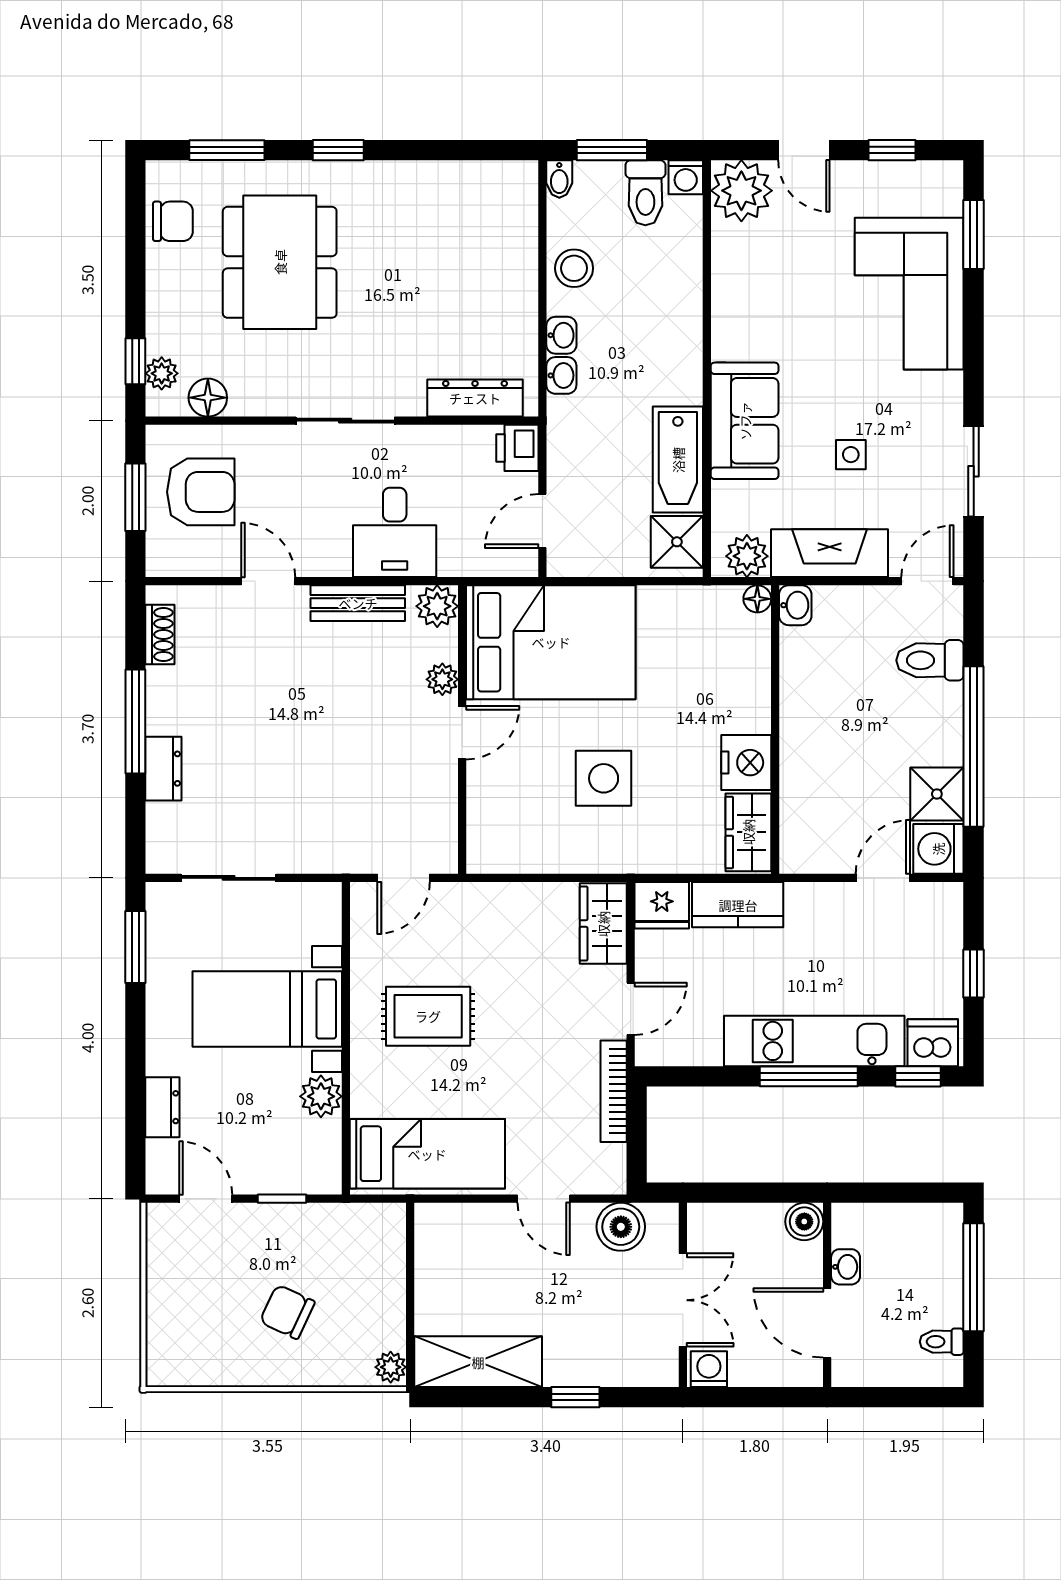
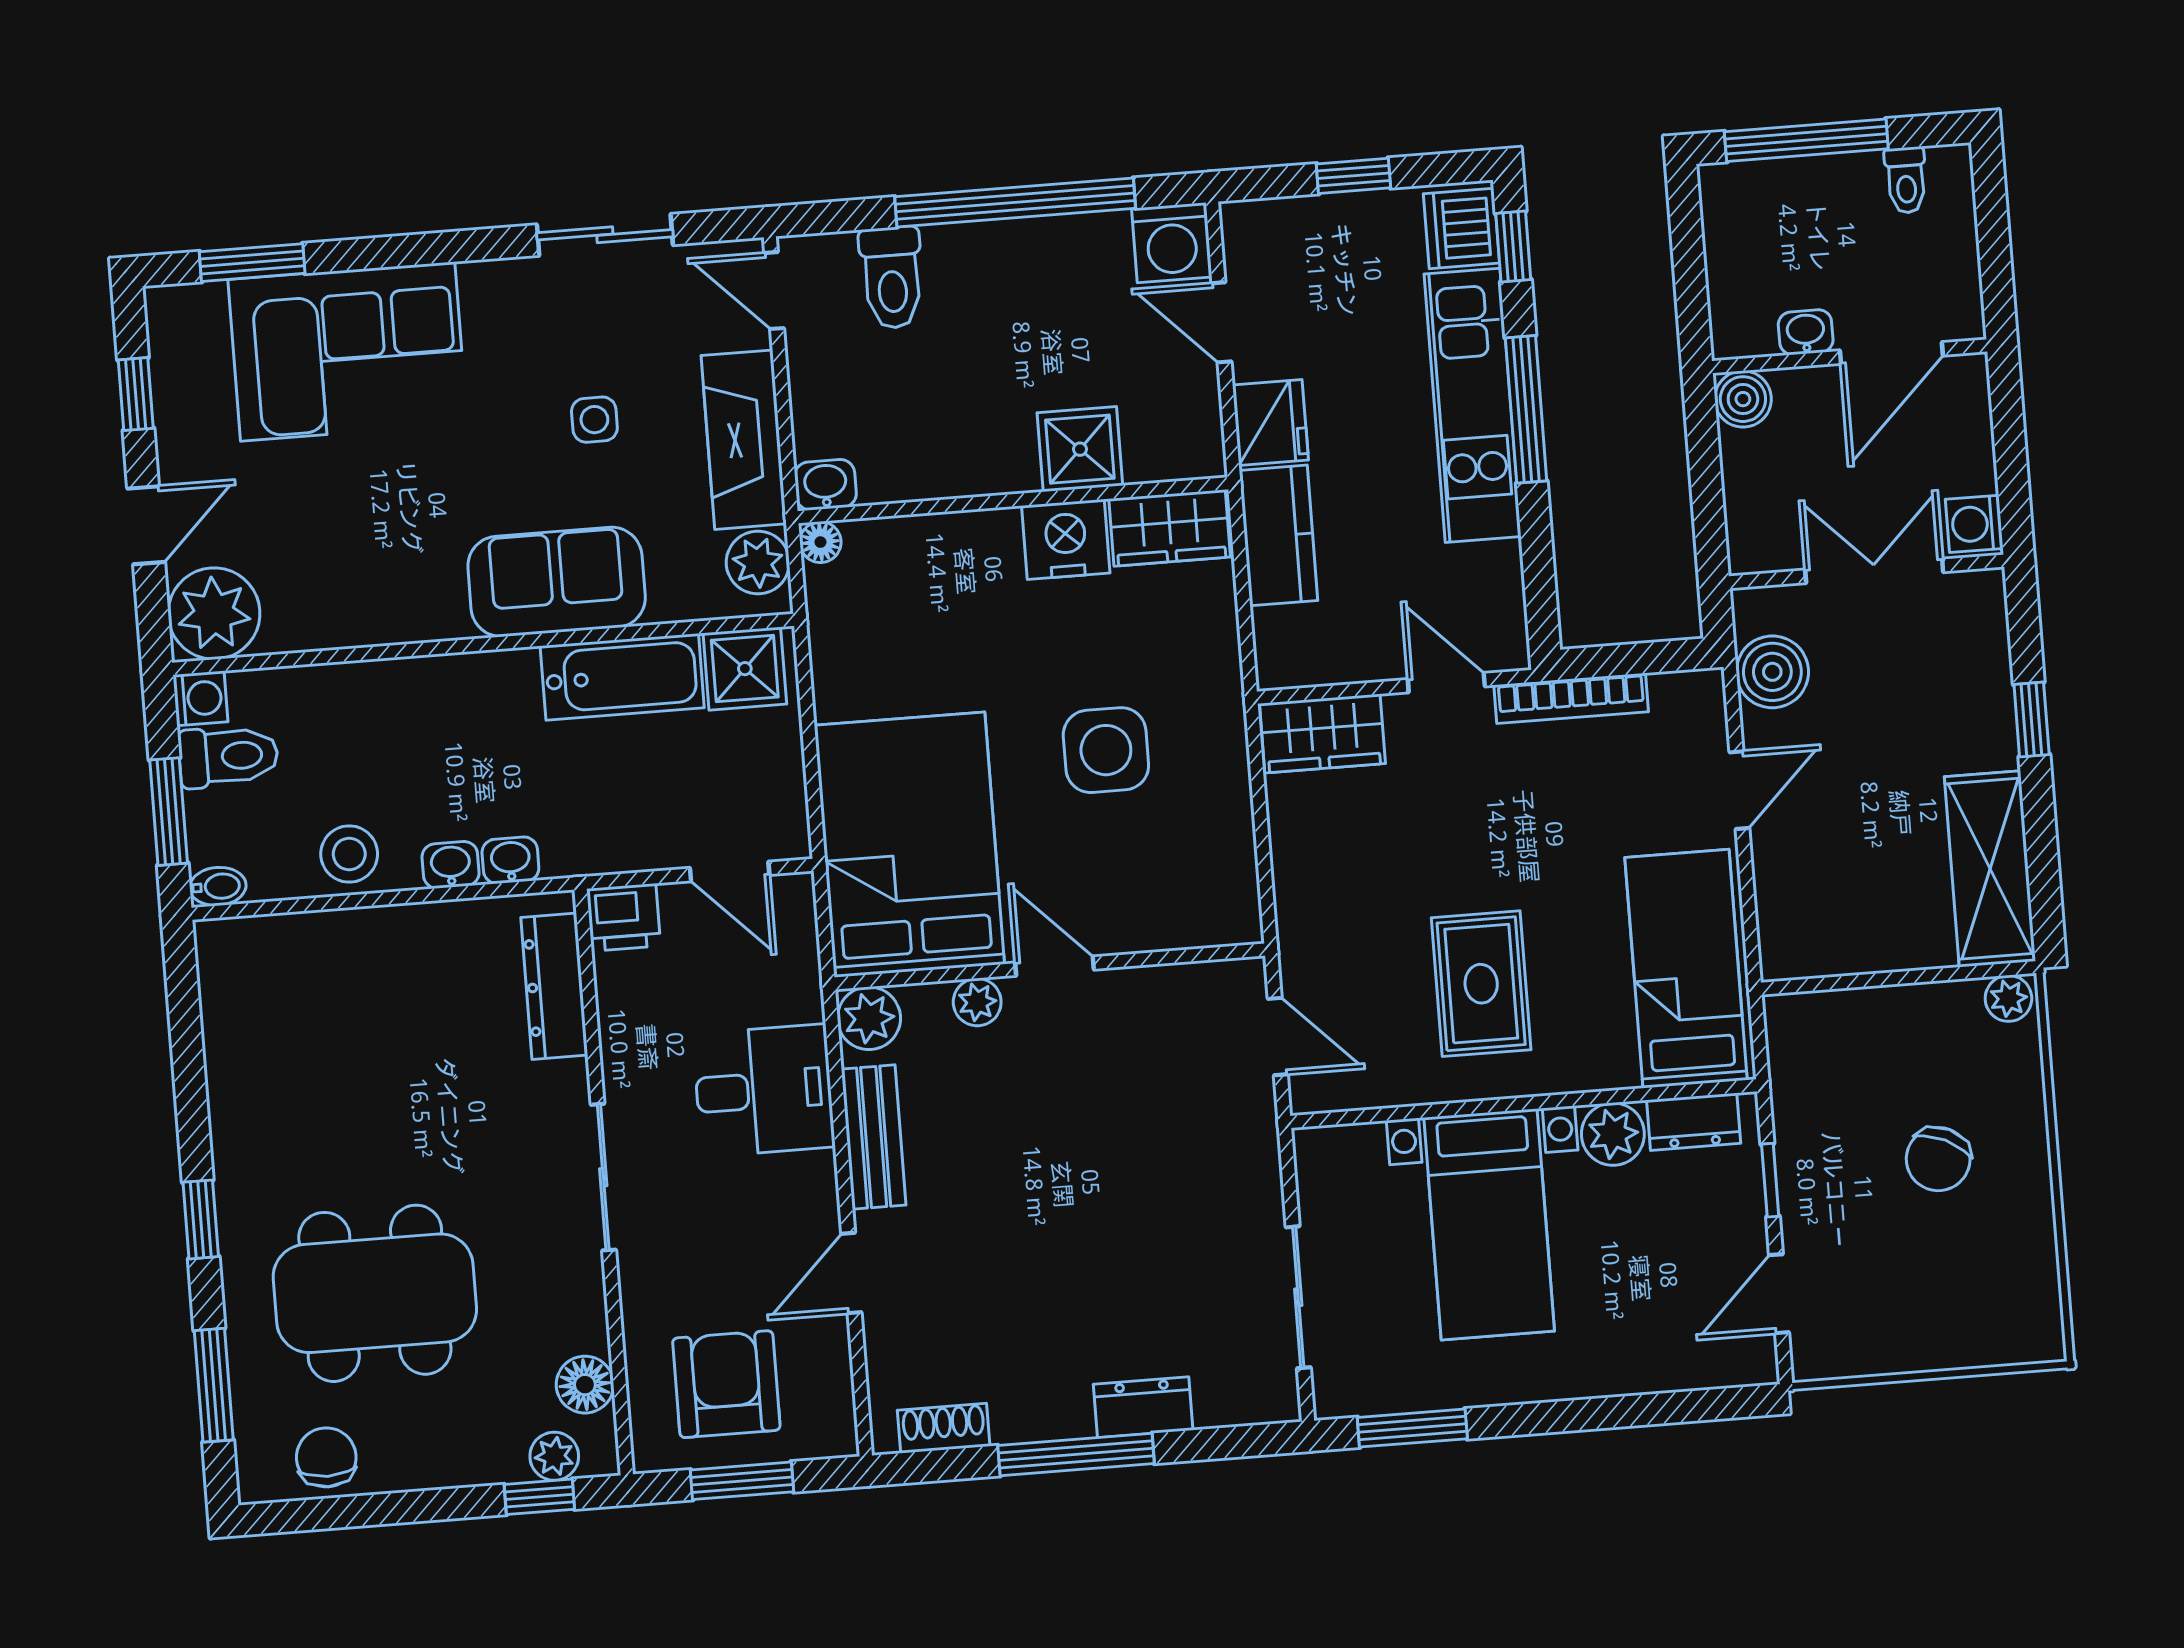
shower: (937, 794) -> (1080, 449), moved
fridge: (662, 905) -> (1270, 422), moved
dresser: (162, 1107) -> (1694, 1122), moved, turned 180

